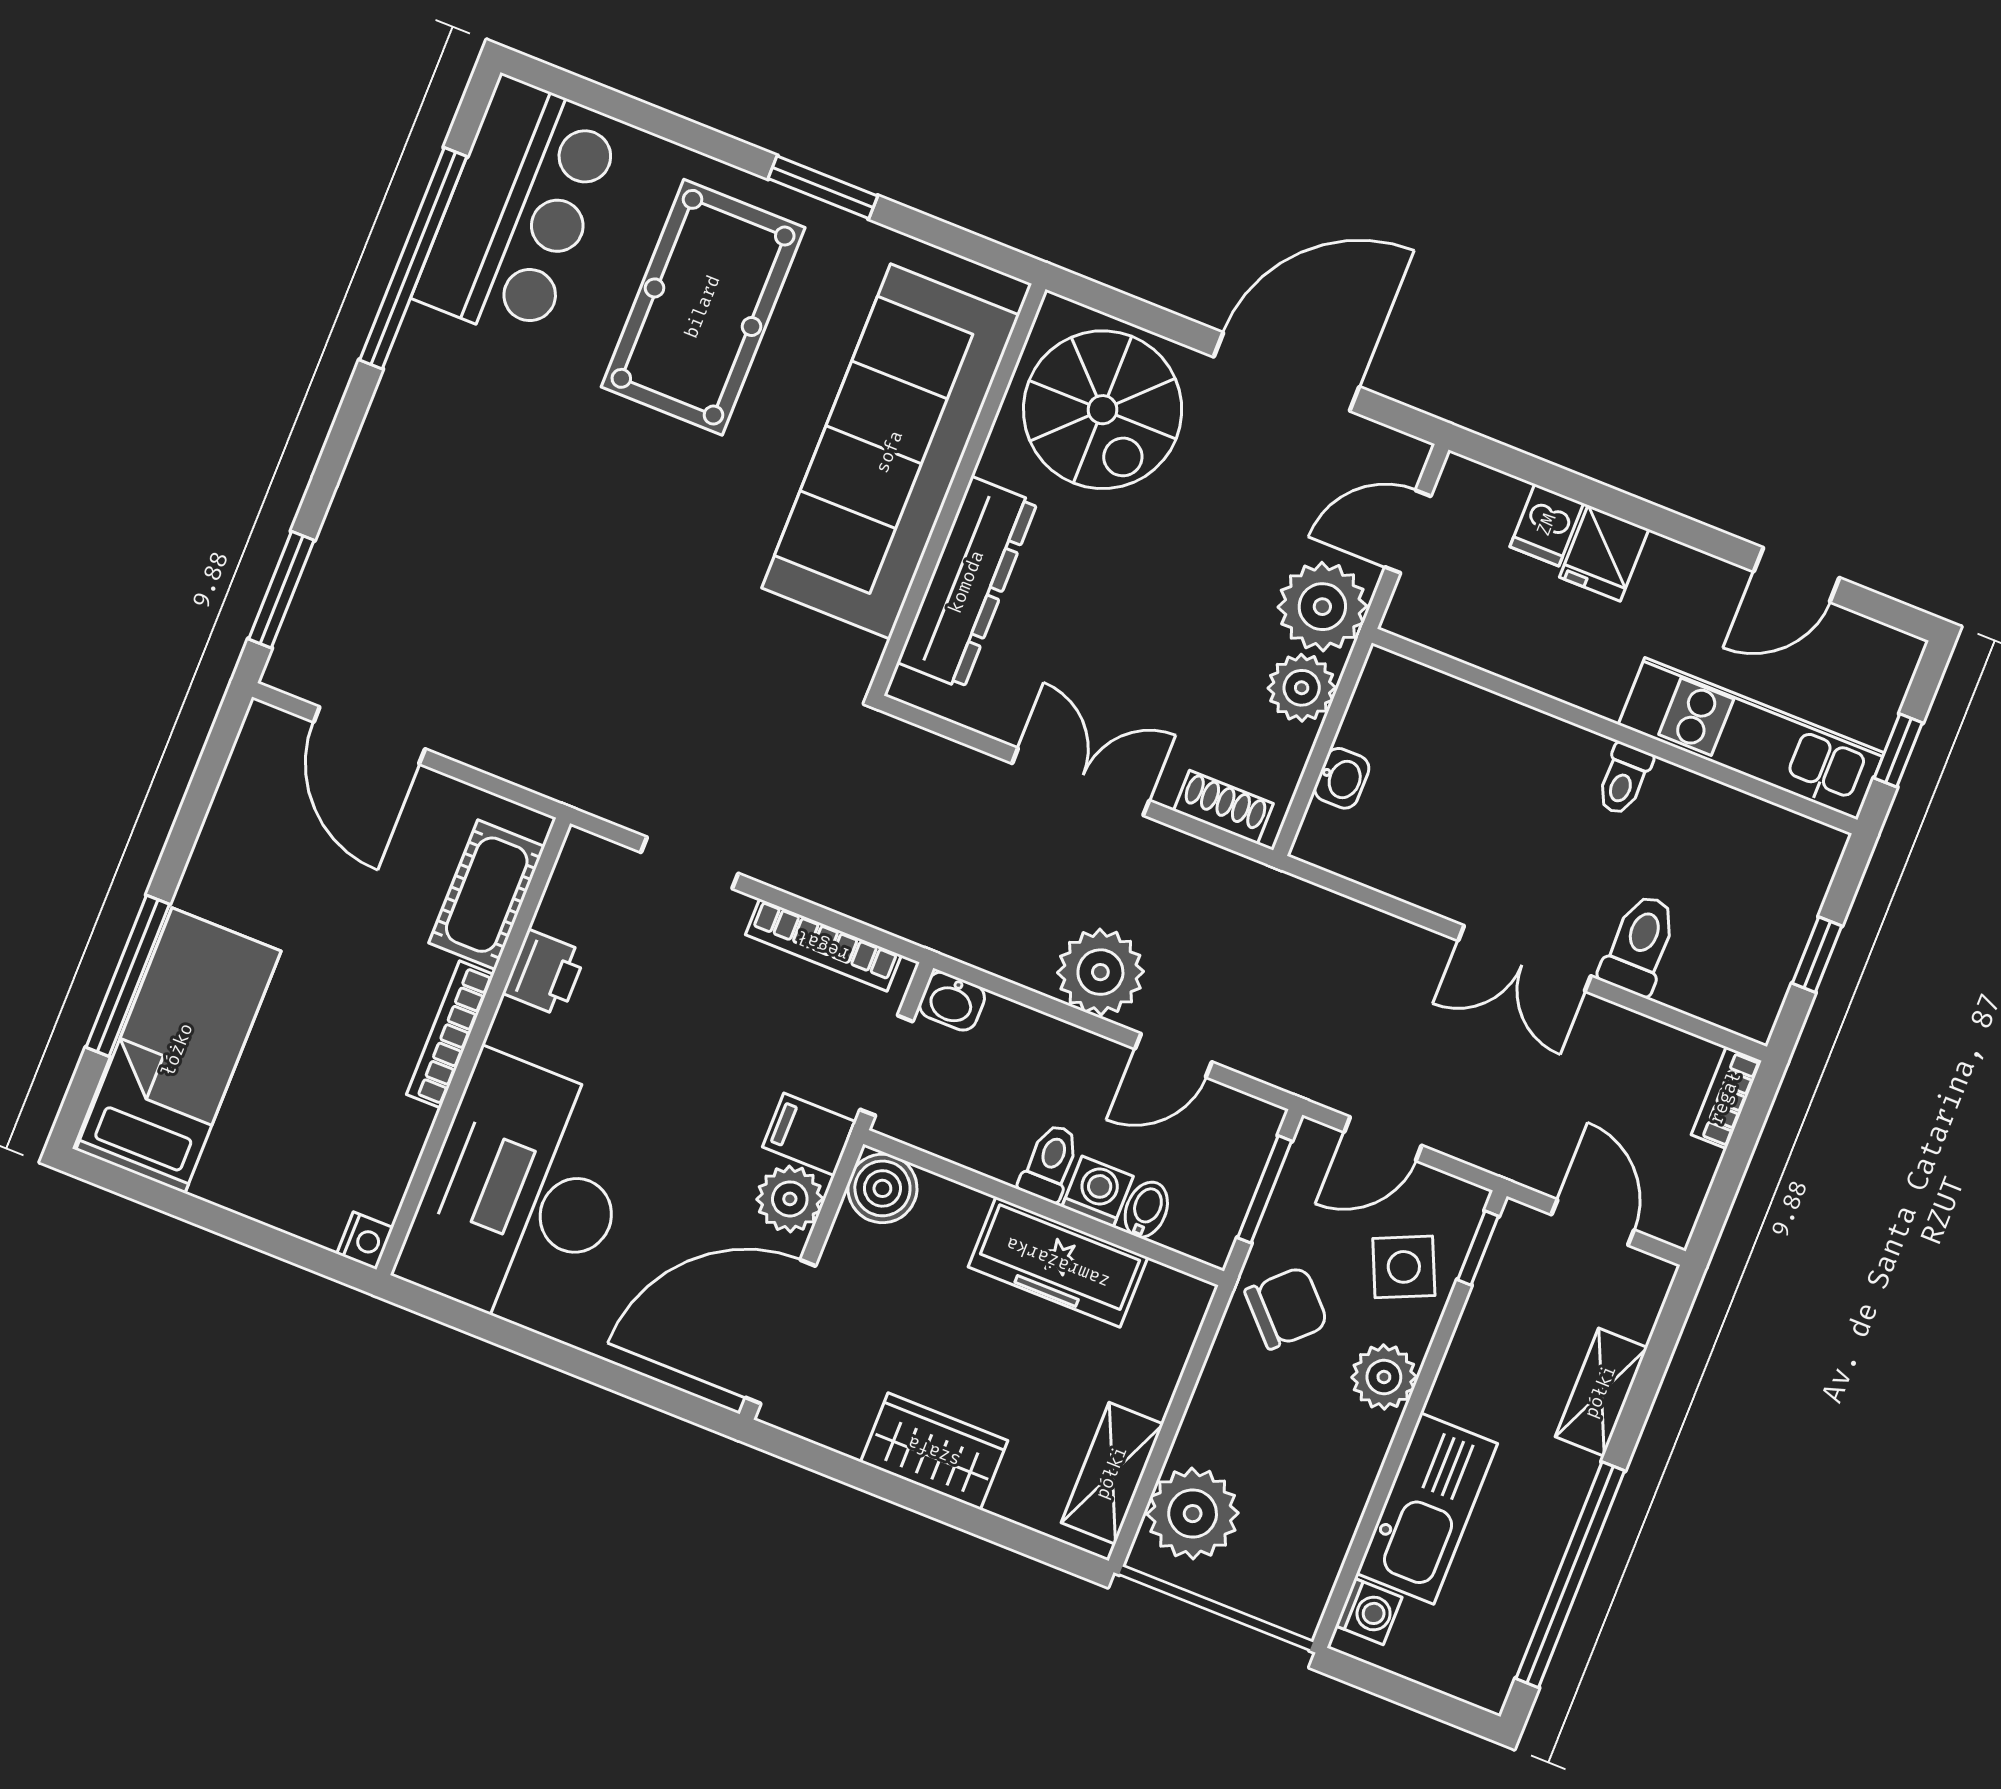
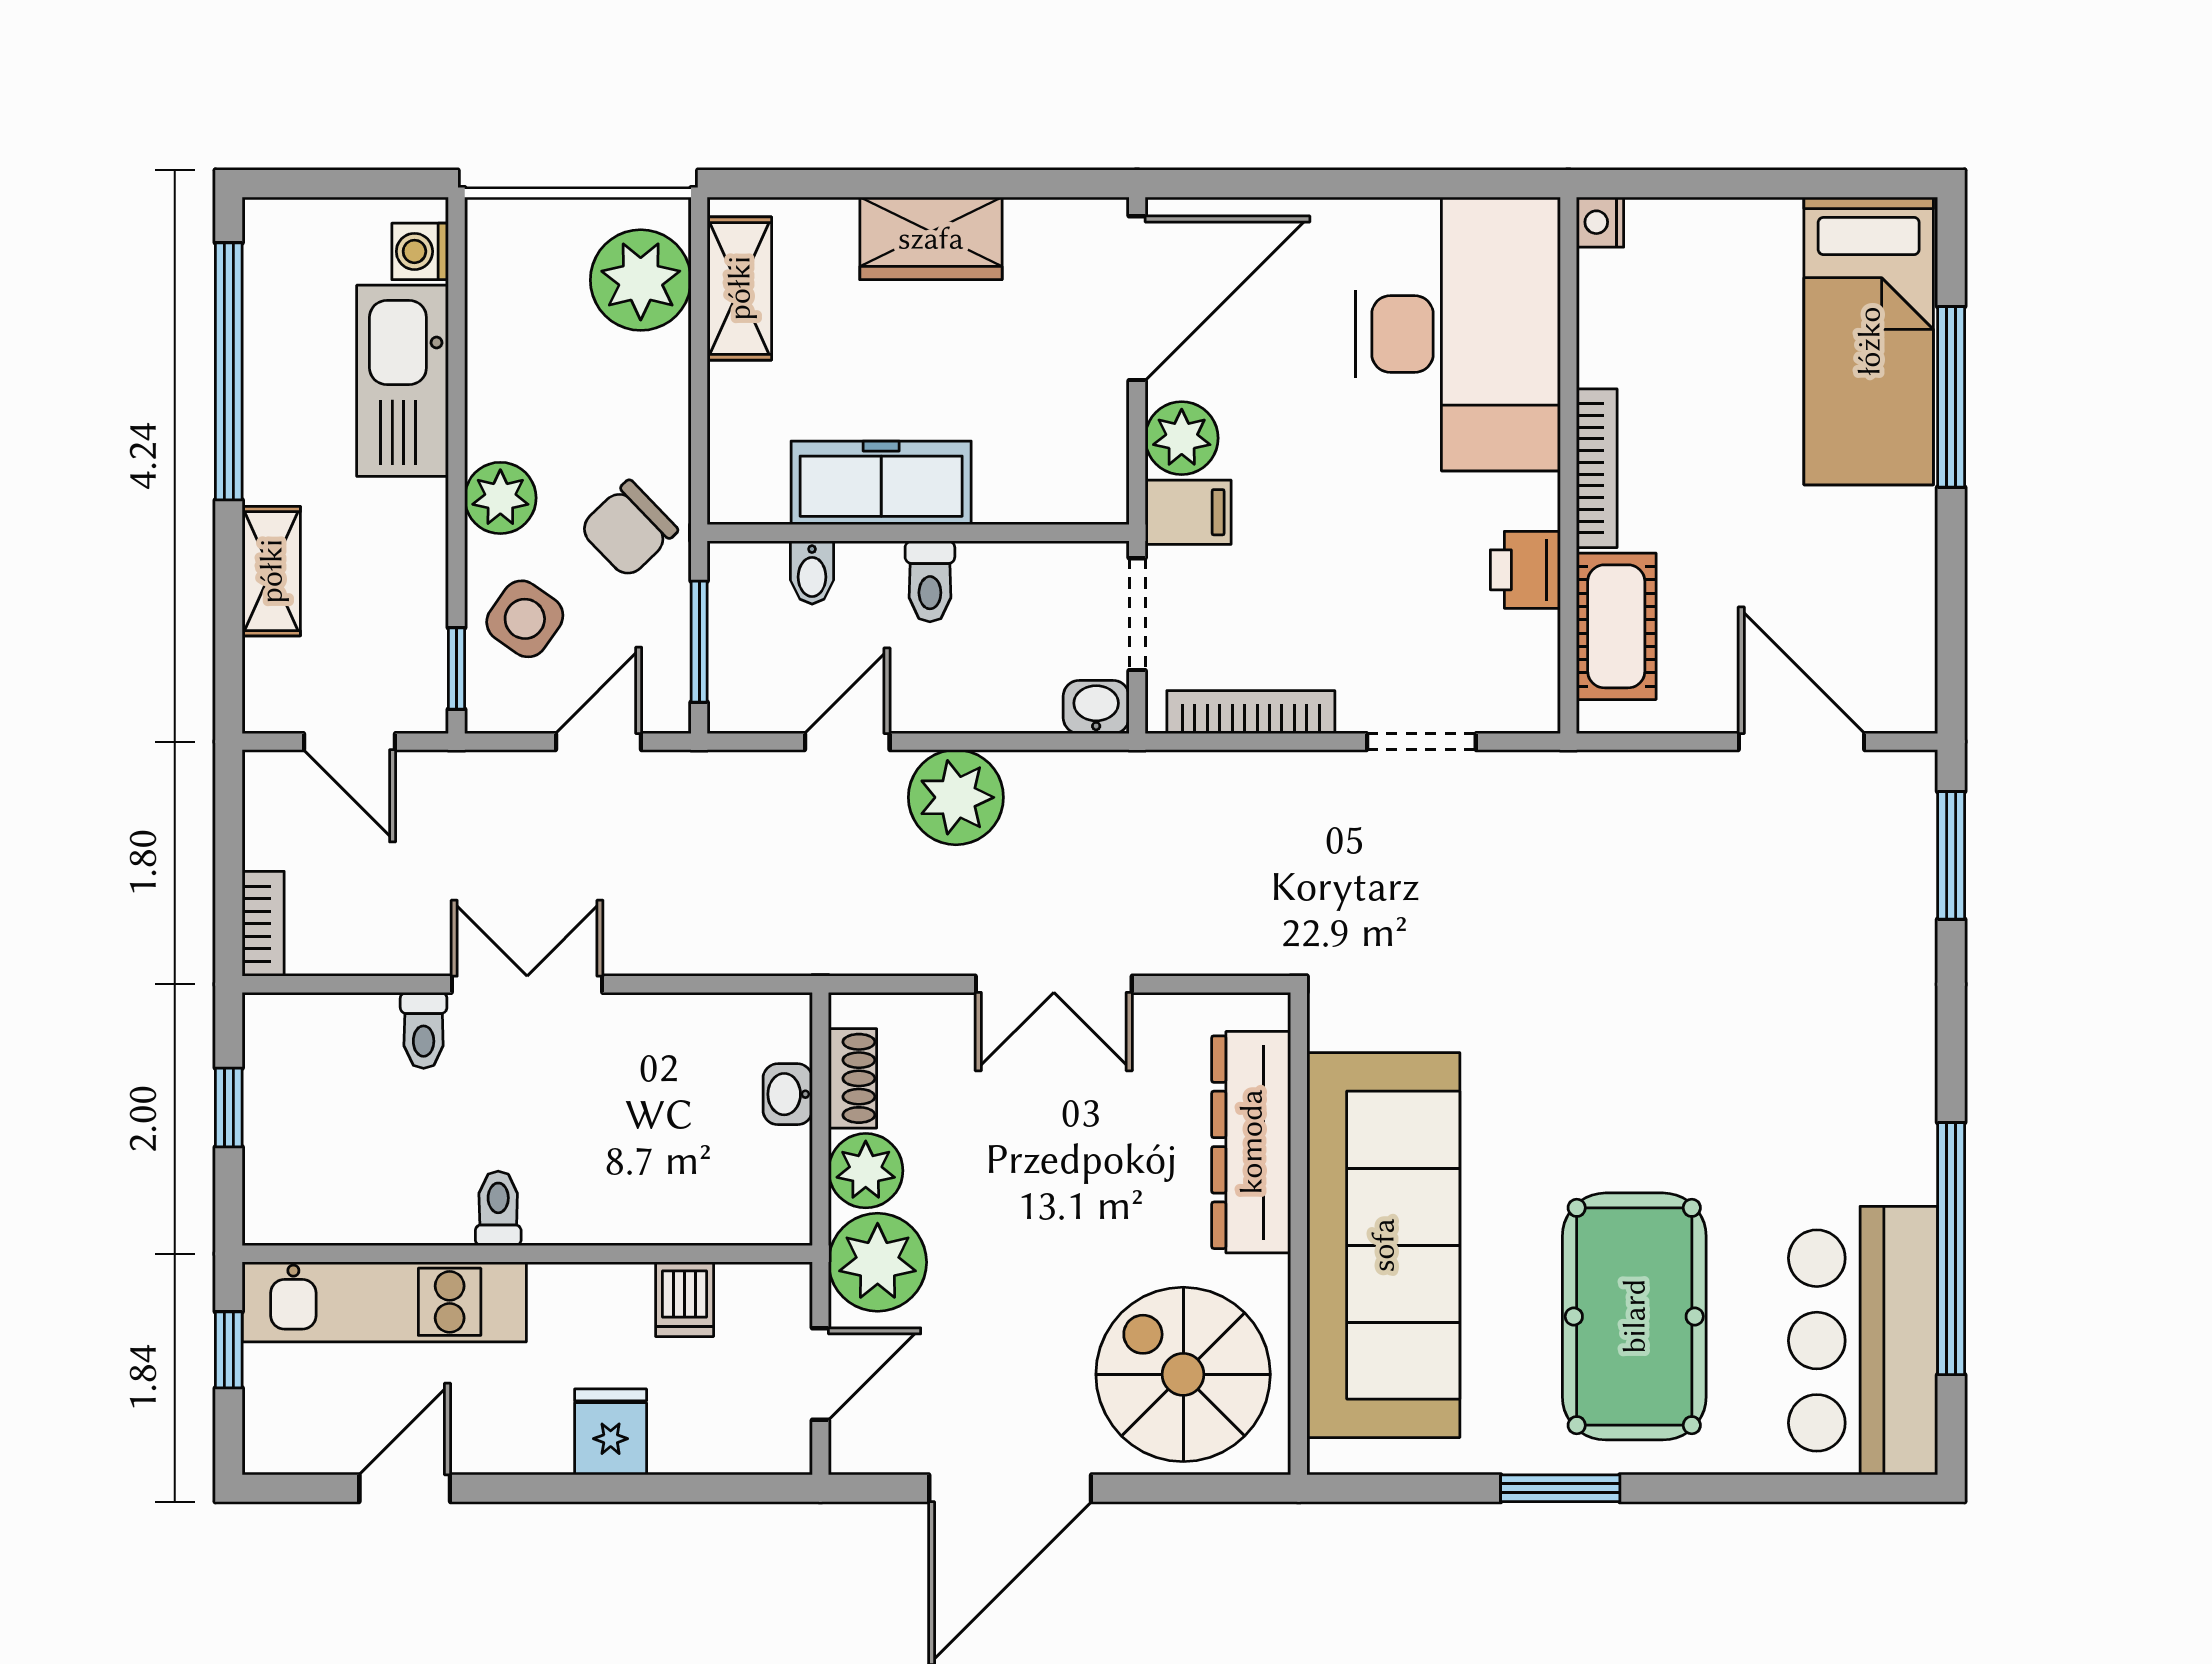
dishwasher: (1547, 525) -> (685, 1299), moved, turned 180
shoe rack: (1223, 807) -> (853, 1078), moved, turned -90
toilet: (1639, 945) -> (424, 1030), width x0.73, depth x0.72
boiler: (882, 1188) -> (1091, 487), removed
washing machine: (1098, 1192) -> (869, 571), removed
side table: (1404, 1267) -> (525, 619), turned -31

